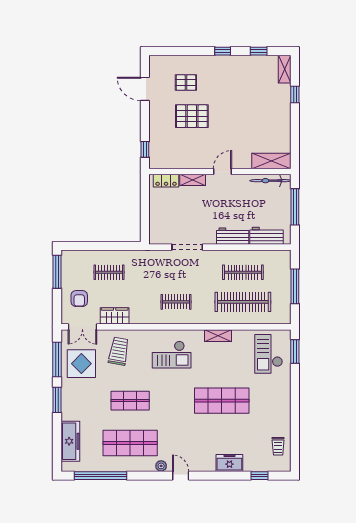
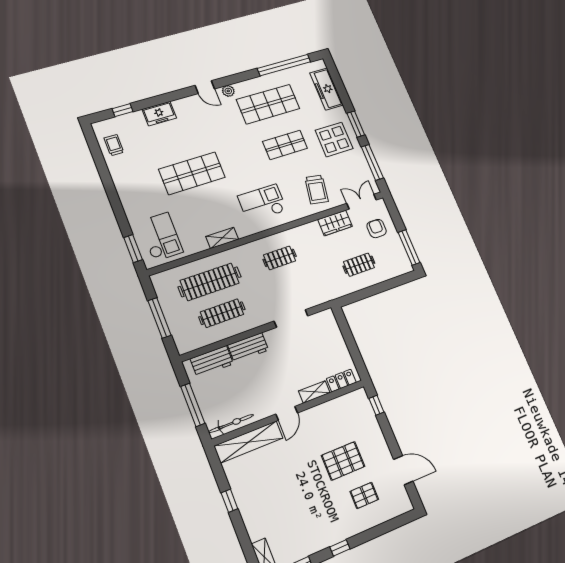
window: (295, 95) -> (229, 501), moved
shelving: (271, 161) -> (249, 442), width x1.47
display table: (81, 364) -> (334, 139), moved

